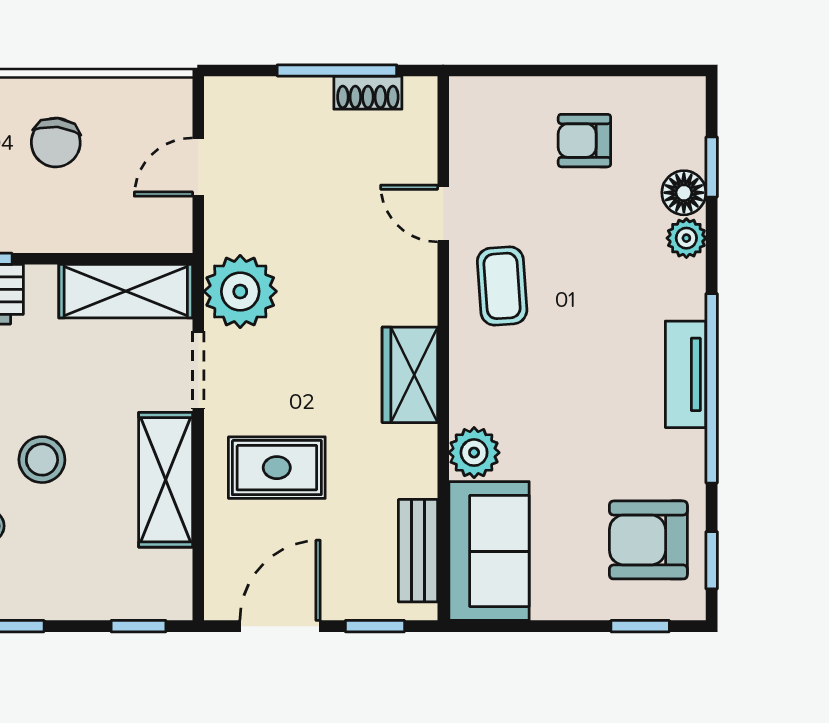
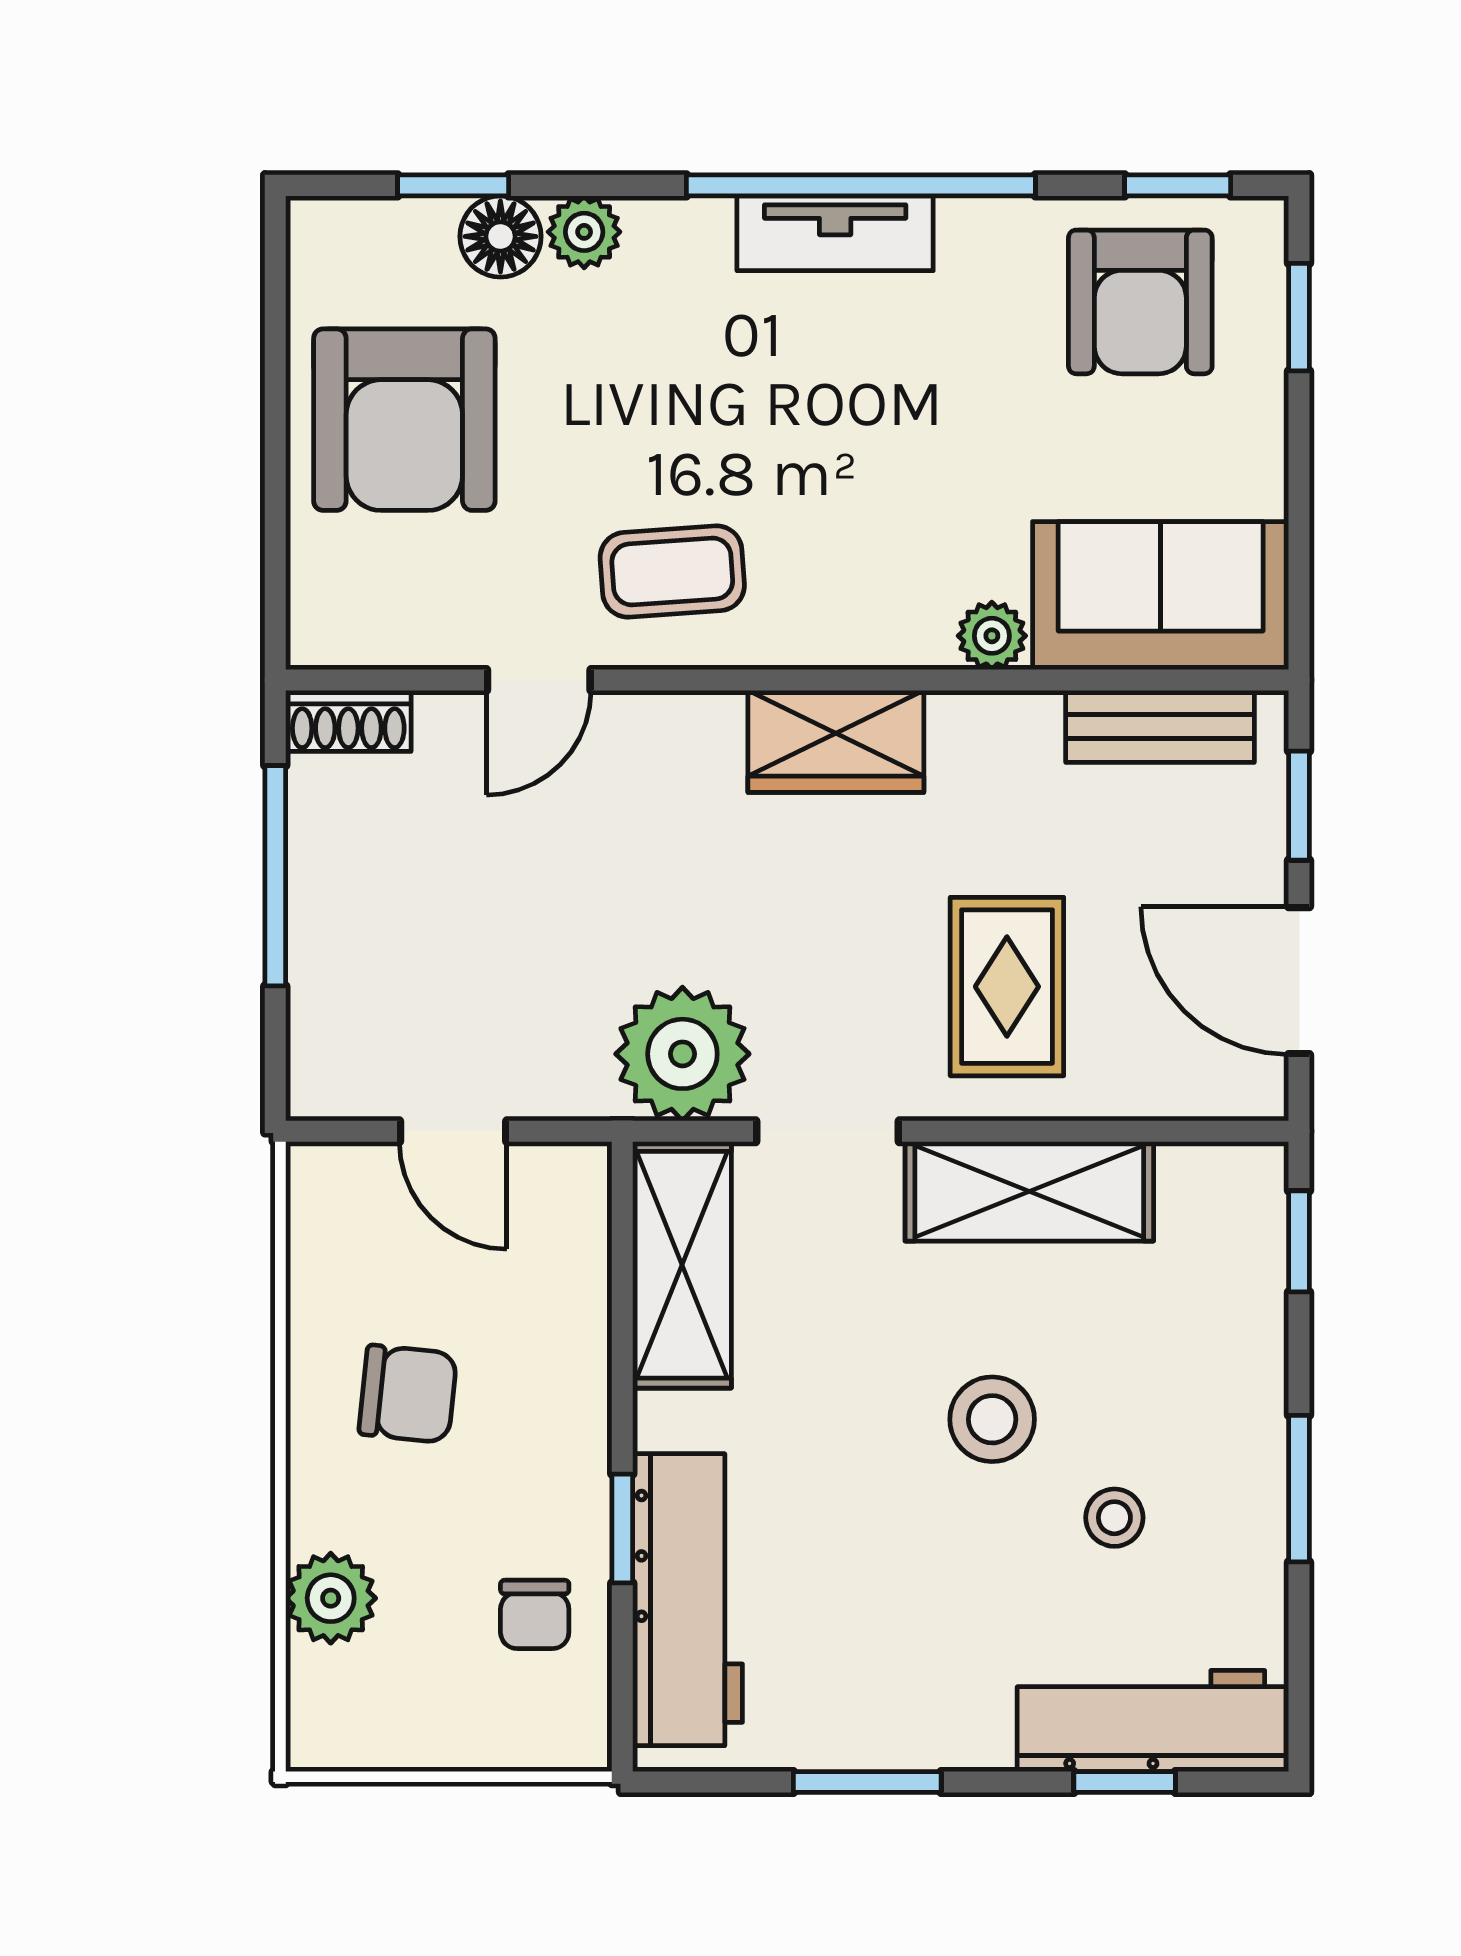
shoe rack: (368, 93) -> (348, 721), moved, turned 90
armchair: (584, 141) -> (404, 420), width x1.88, depth x1.88
plant: (474, 453) -> (992, 636), width x0.73, depth x0.73

